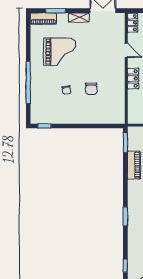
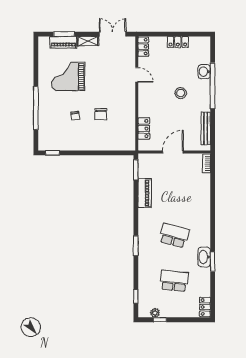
piano: (43, 19) -> (63, 42), moved
grand piano: (60, 52) -> (68, 76), turned 180
locker: (133, 79) -> (144, 128), moved

